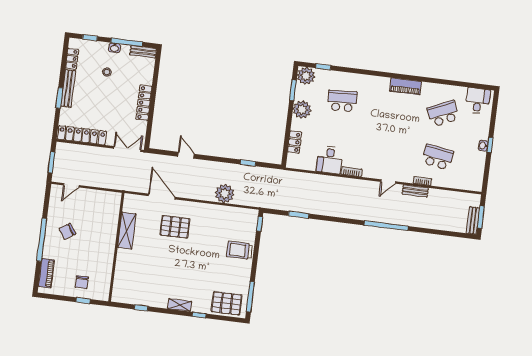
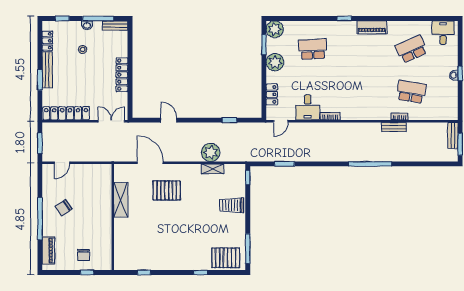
window: (323, 67) -> (344, 18), moved
door: (388, 182) -> (281, 121), moved
bench: (473, 221) -> (453, 135), moved
shelving: (179, 305) -> (213, 169), moved

